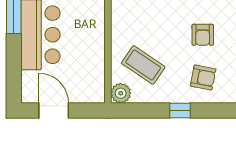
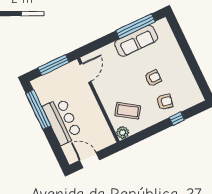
armchair: (203, 35) -> (153, 78), turned -90
window: (180, 111) -> (177, 119), moved

